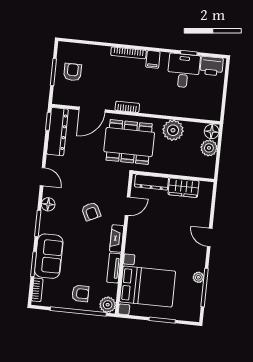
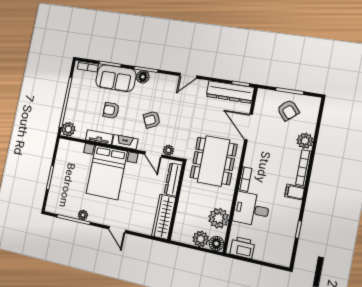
plant: (102, 54) -> (305, 141), added
printer: (212, 66) -> (242, 248), moved, turned 90
desk: (184, 71) -> (251, 209), moved, turned 180
armchair: (73, 72) -> (288, 110), turned 49
bookcase: (127, 107) -> (245, 179), moved
plant: (173, 130) -> (219, 218), moved
wardrobe: (184, 188) -> (164, 217), width x1.50
plant: (122, 190) -> (168, 150), added
floor lamp: (48, 204) -> (143, 77), moved
door: (210, 237) -> (117, 230), swing flipped
bed with nightstands: (148, 286) -> (107, 172), moved
armchair: (80, 293) -> (111, 110), moved, turned 90

